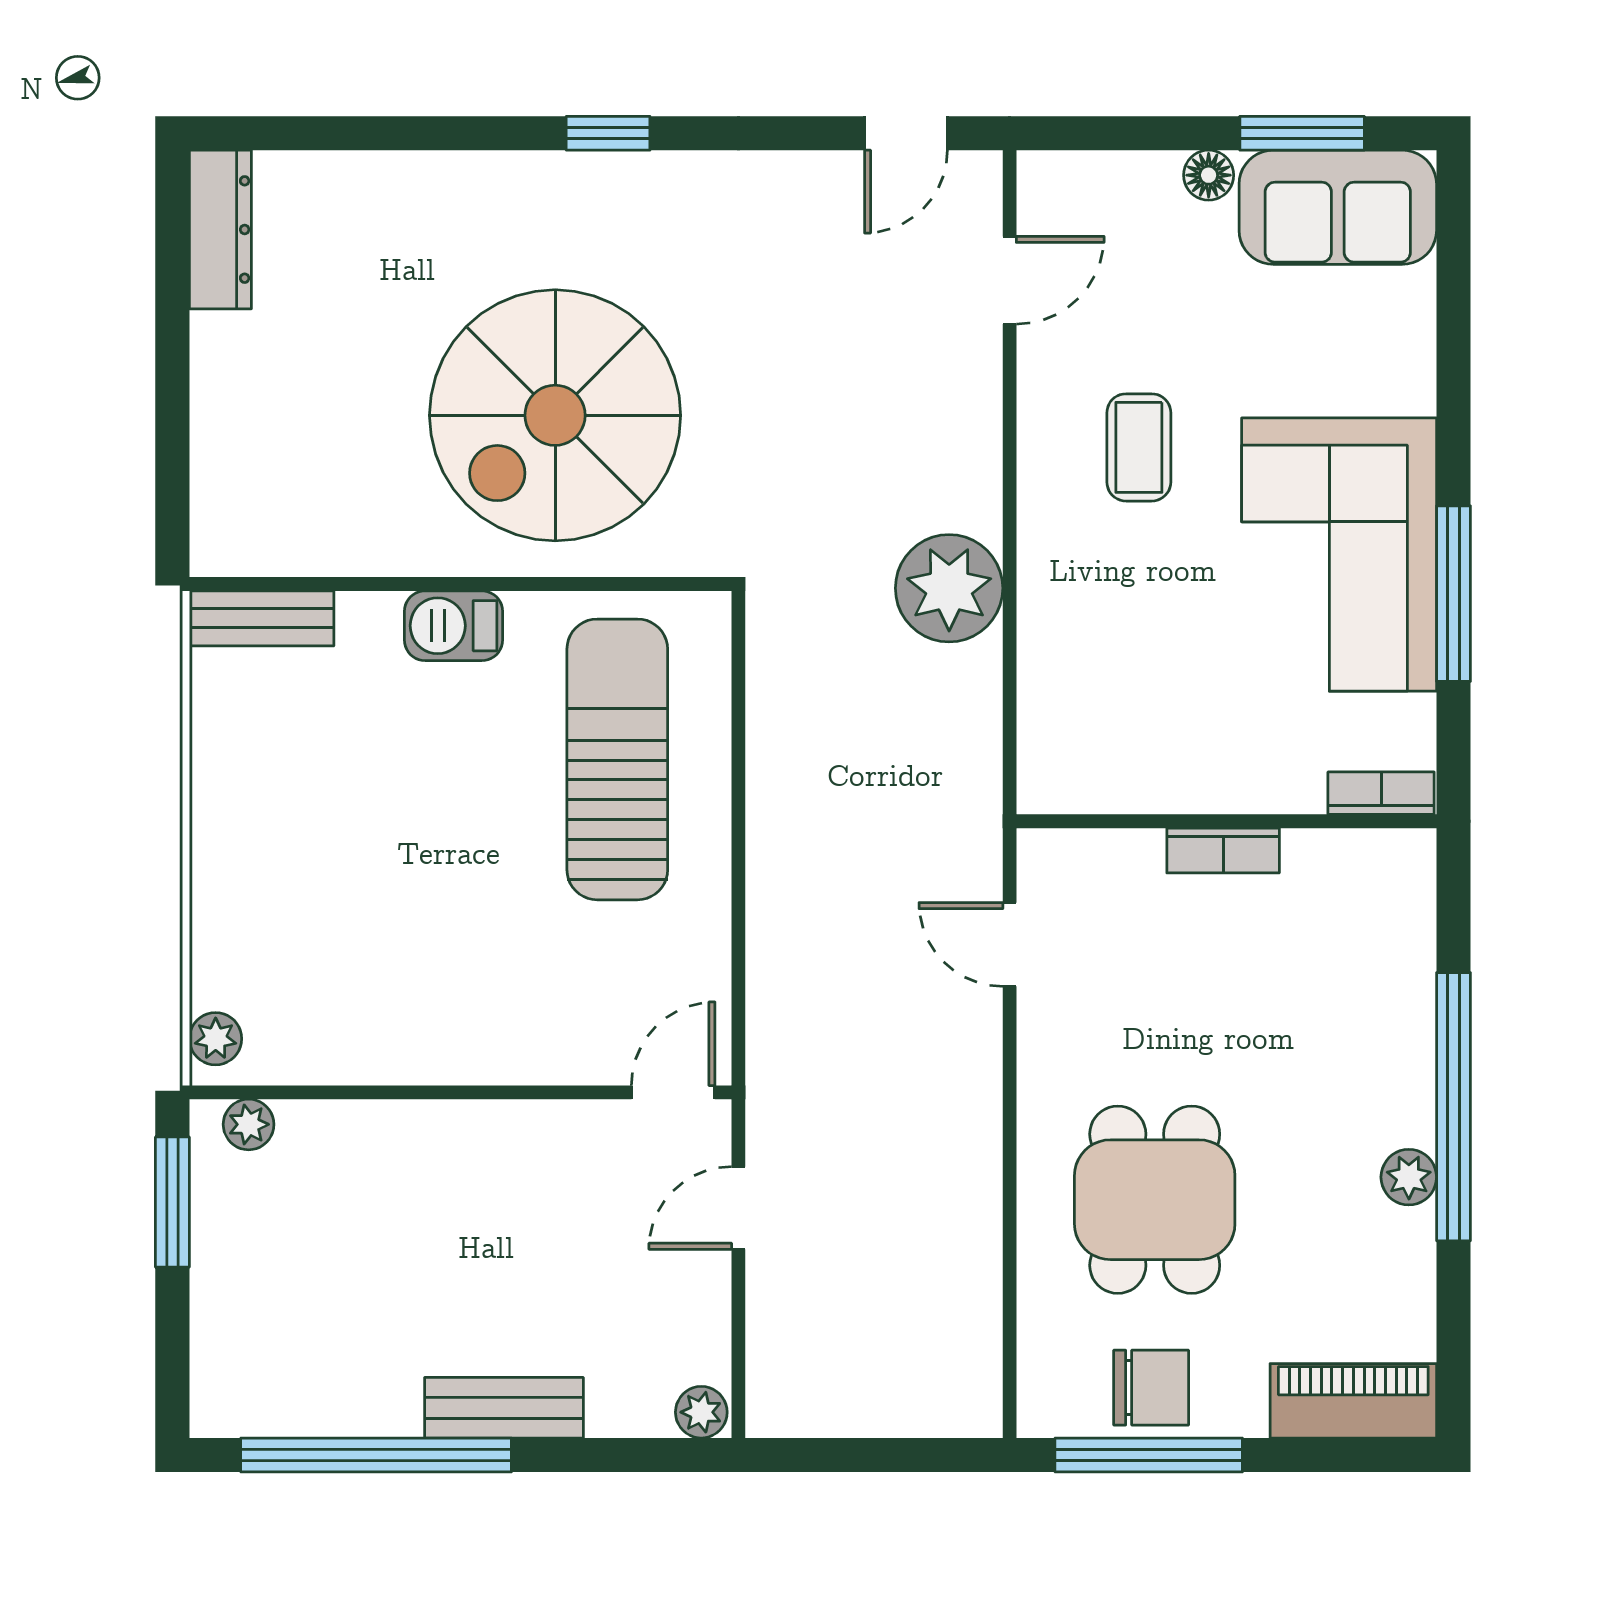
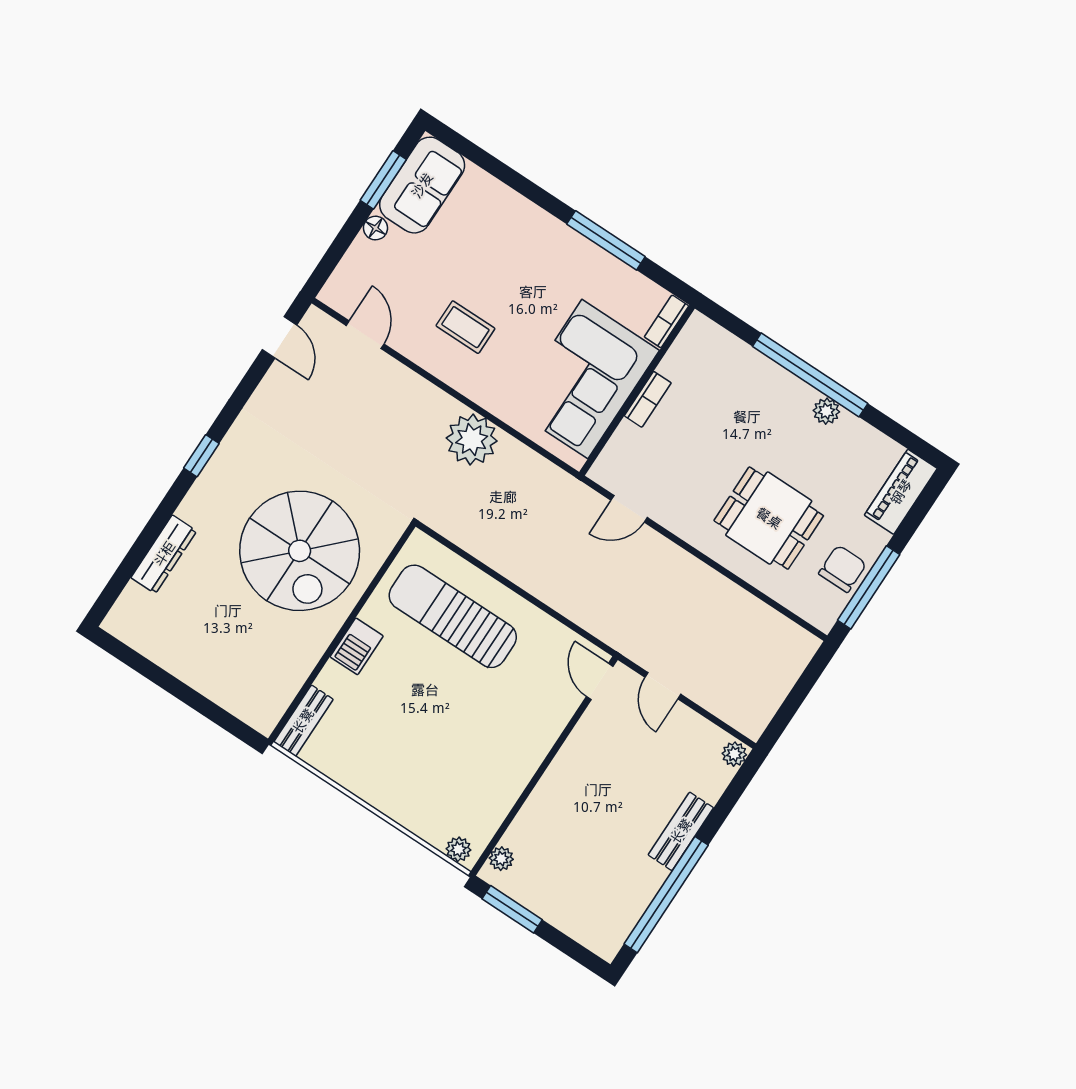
dresser: (220, 230) -> (164, 554), moved, turned 90
corner sofa: (1339, 555) -> (585, 379), moved, turned 90

